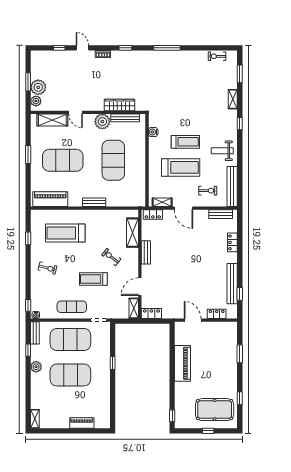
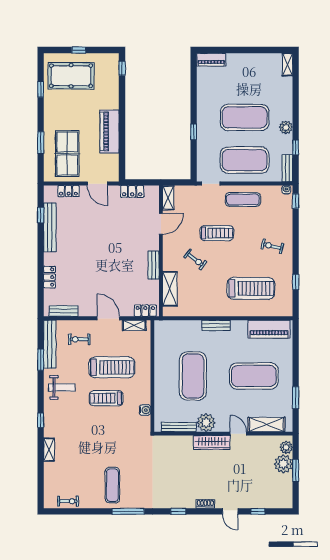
exercise mat: (180, 70) -> (112, 485), added
window: (240, 74) -> (41, 360), moved
wardrobe: (119, 105) -> (212, 443), moved
window: (28, 155) -> (296, 398), moved
treadmill: (181, 167) -> (112, 367), turned 180
locker: (151, 313) -> (132, 191), moved
table tennis table: (218, 345) -> (67, 154), added
piano: (82, 423) -> (211, 60), moved

